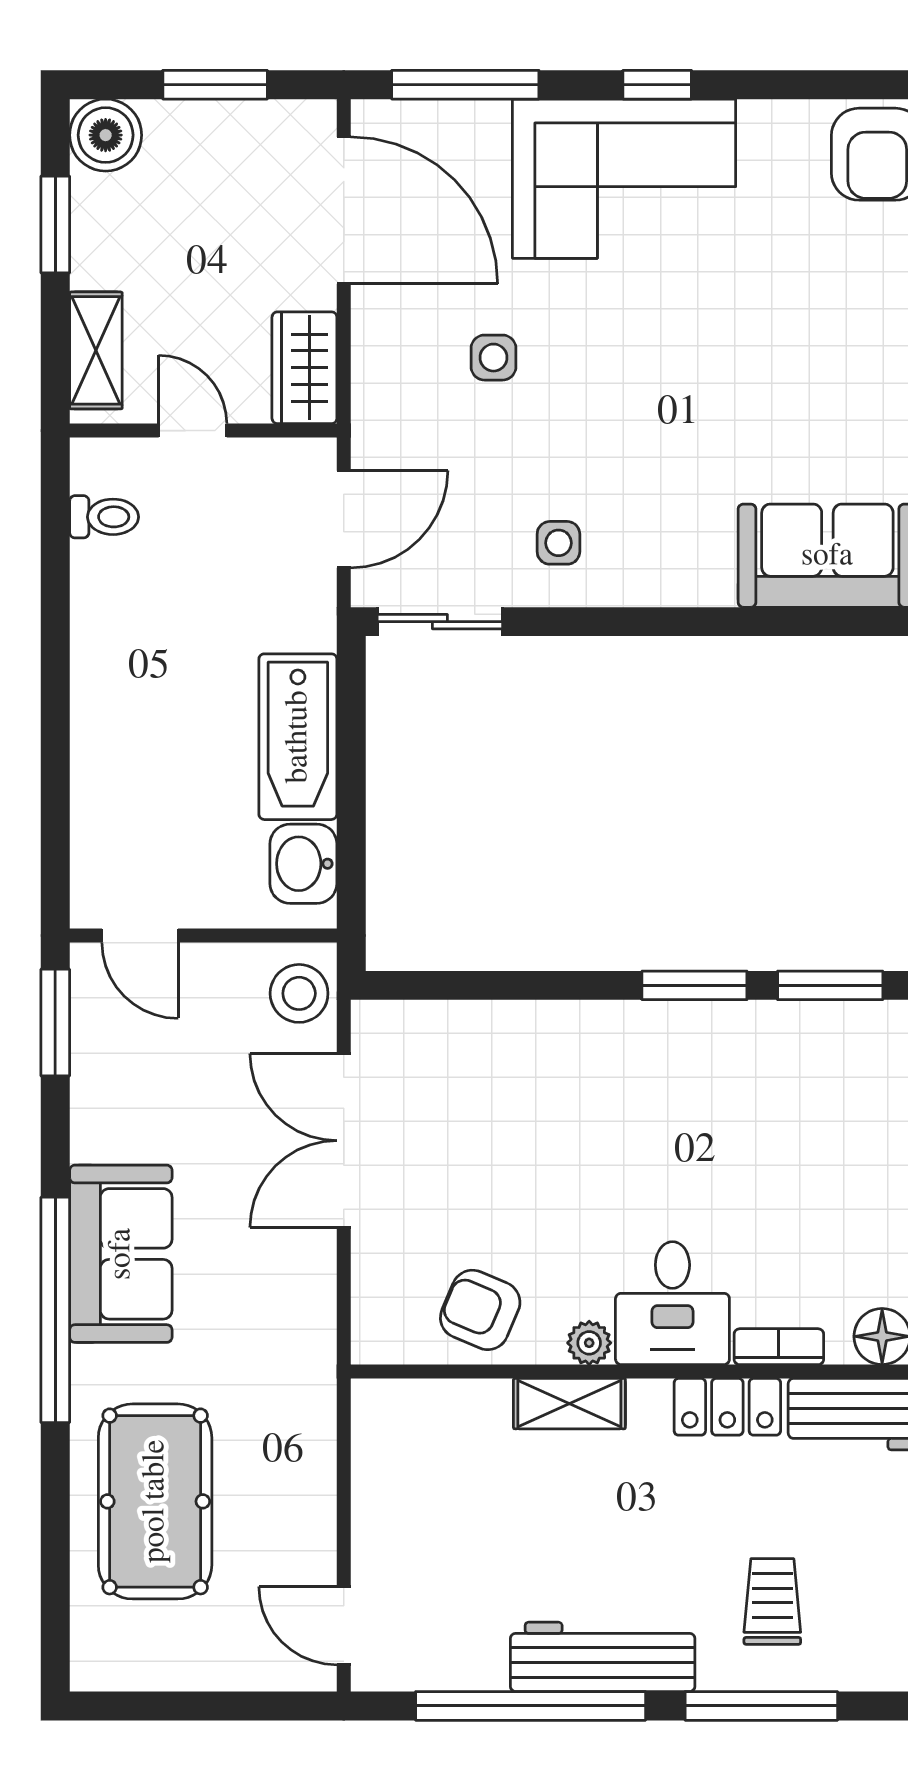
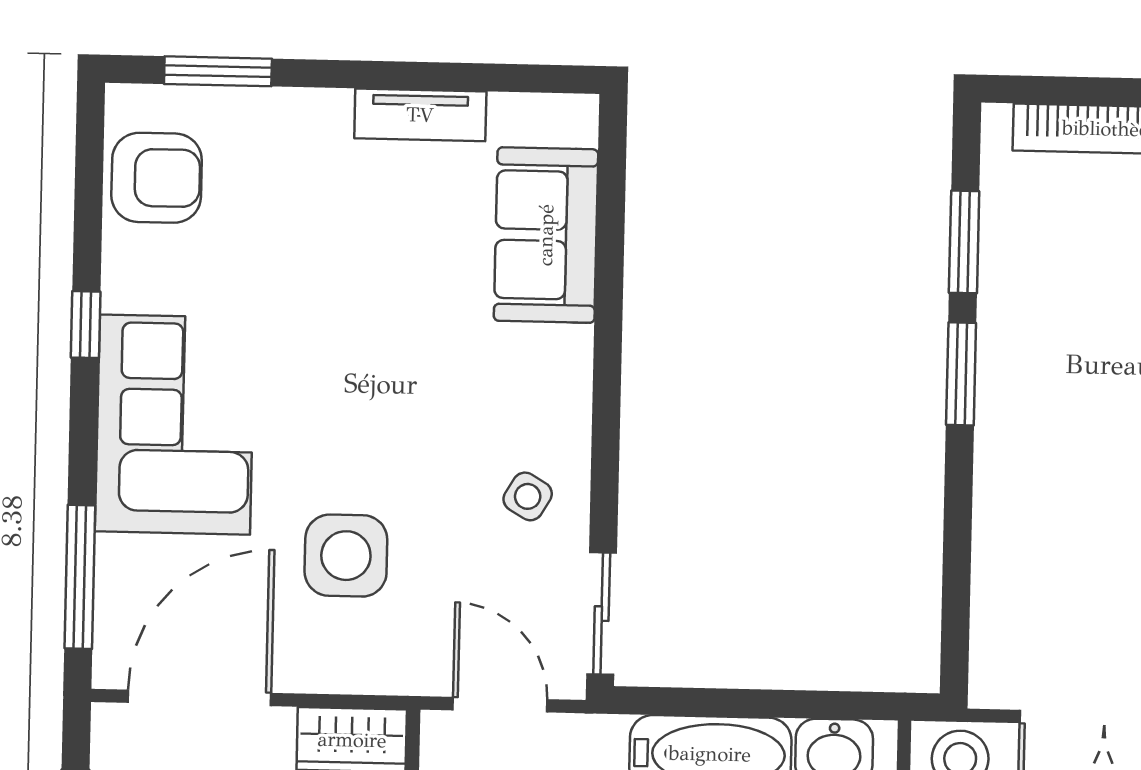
window: (657, 85) -> (86, 325), moved
side table: (493, 358) -> (346, 556), width x1.87, depth x1.87
side table: (558, 543) -> (528, 496), turned 31

